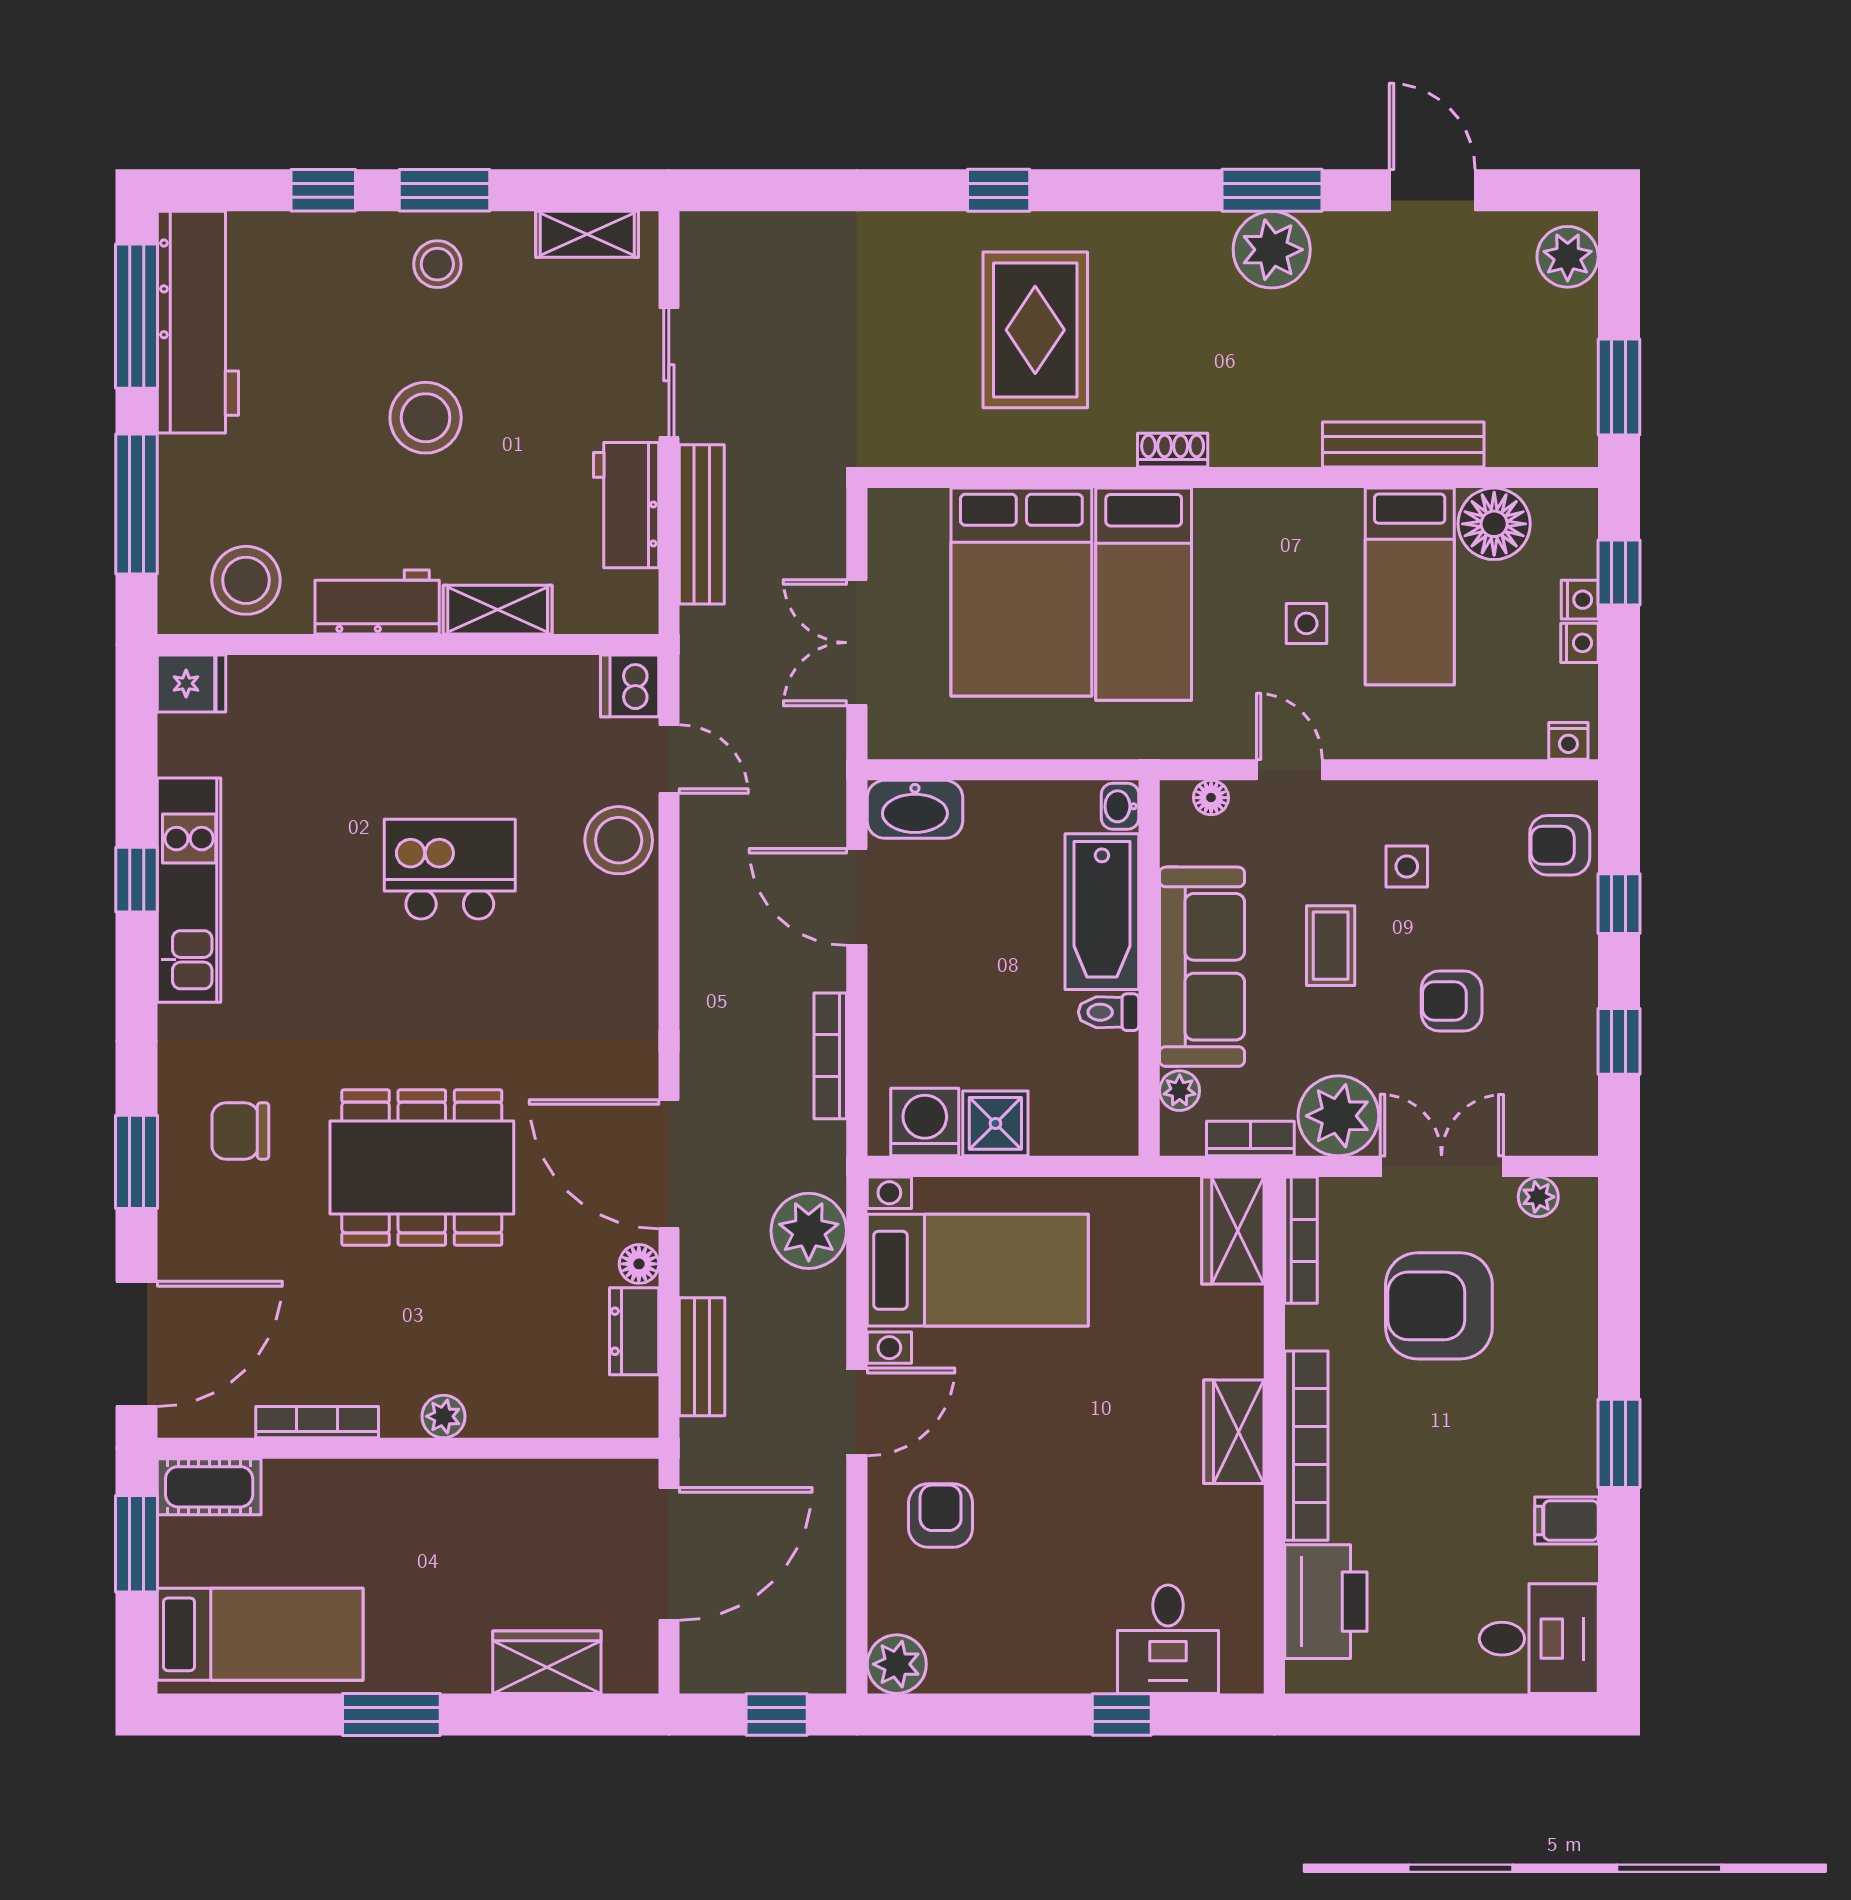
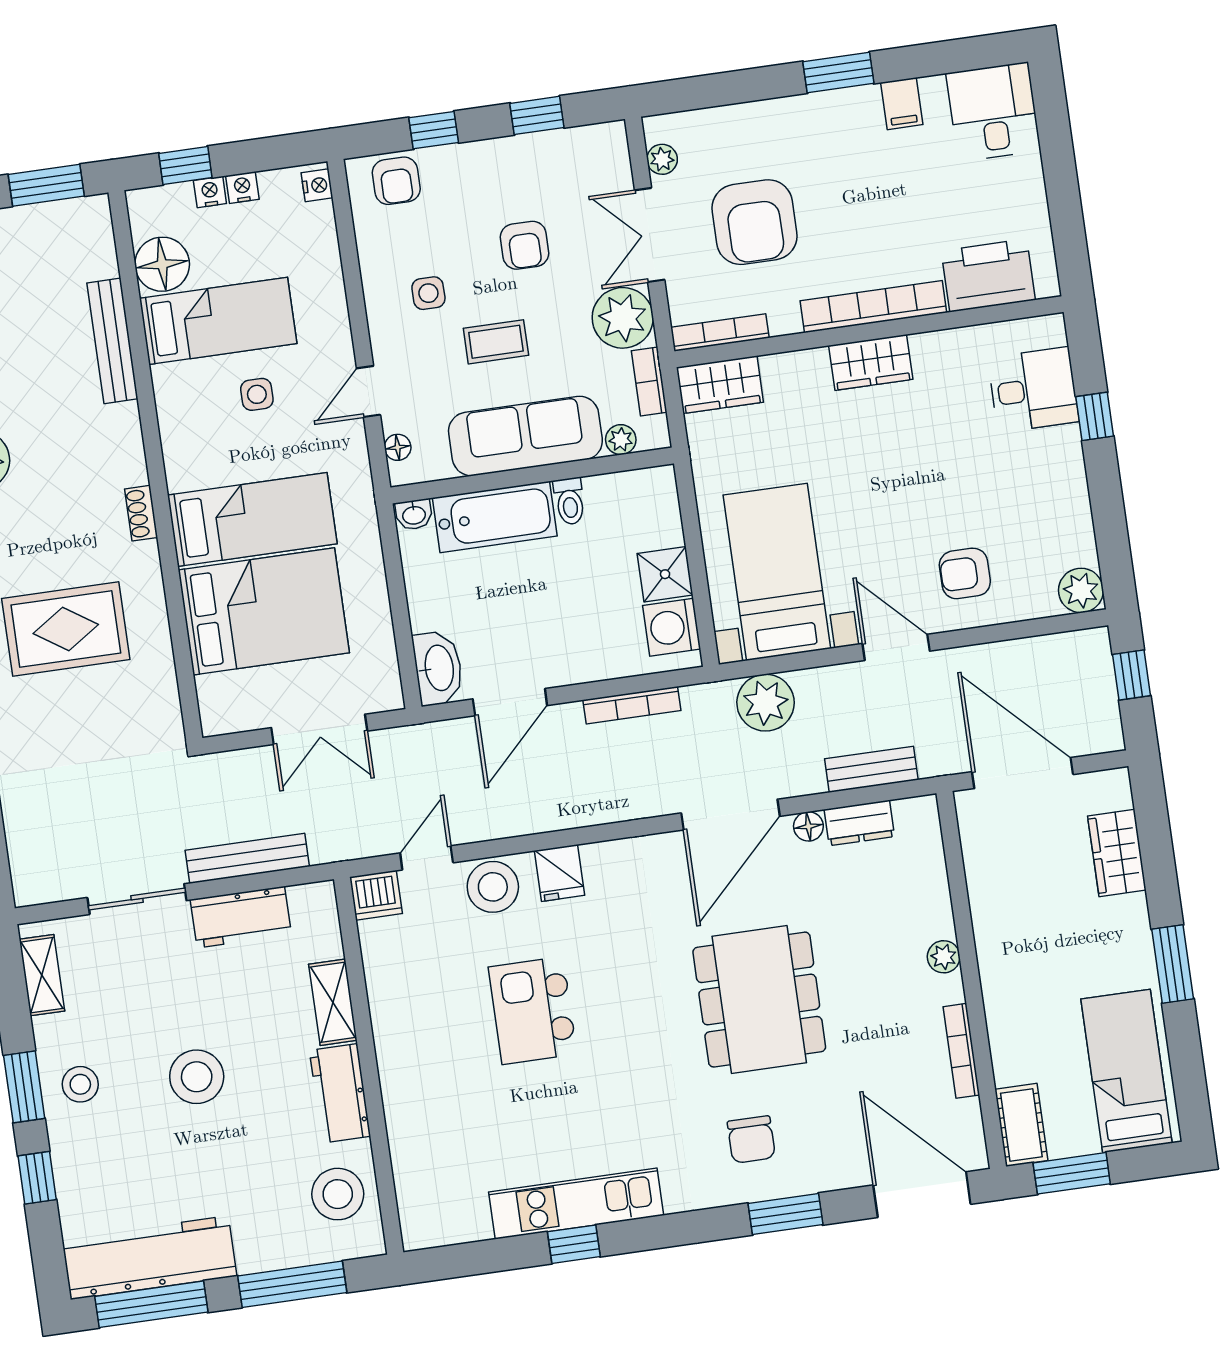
fridge: (191, 683) -> (559, 873), moved, turned 180

